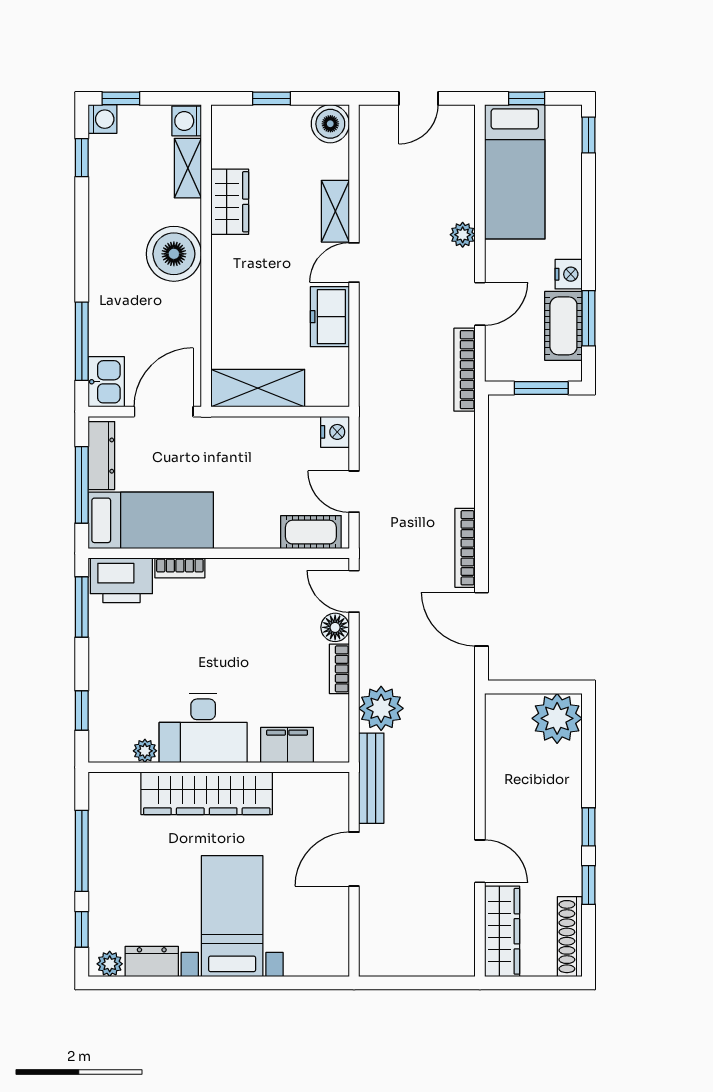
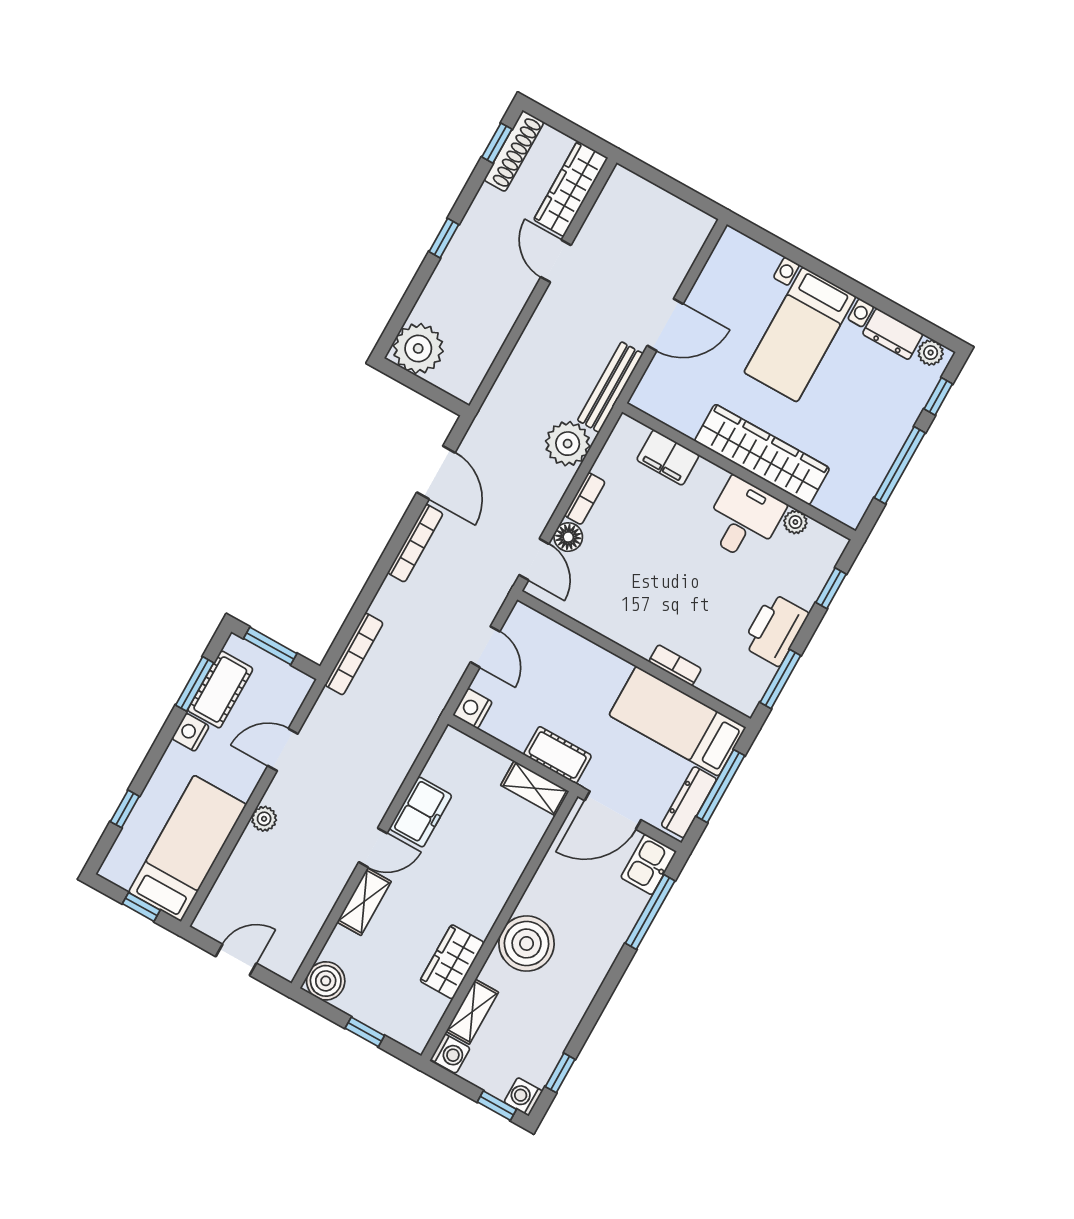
window: (588, 135) -> (125, 809), moved
bookcase: (465, 370) -> (354, 654), moved
shelving: (258, 388) -> (535, 788), width x0.67, depth x0.75
cot: (311, 532) -> (558, 755), moved
printer: (121, 580) -> (775, 630), moved, turned -90
desk: (203, 728) -> (744, 519), width x0.73
window: (588, 885) -> (497, 143), moved

